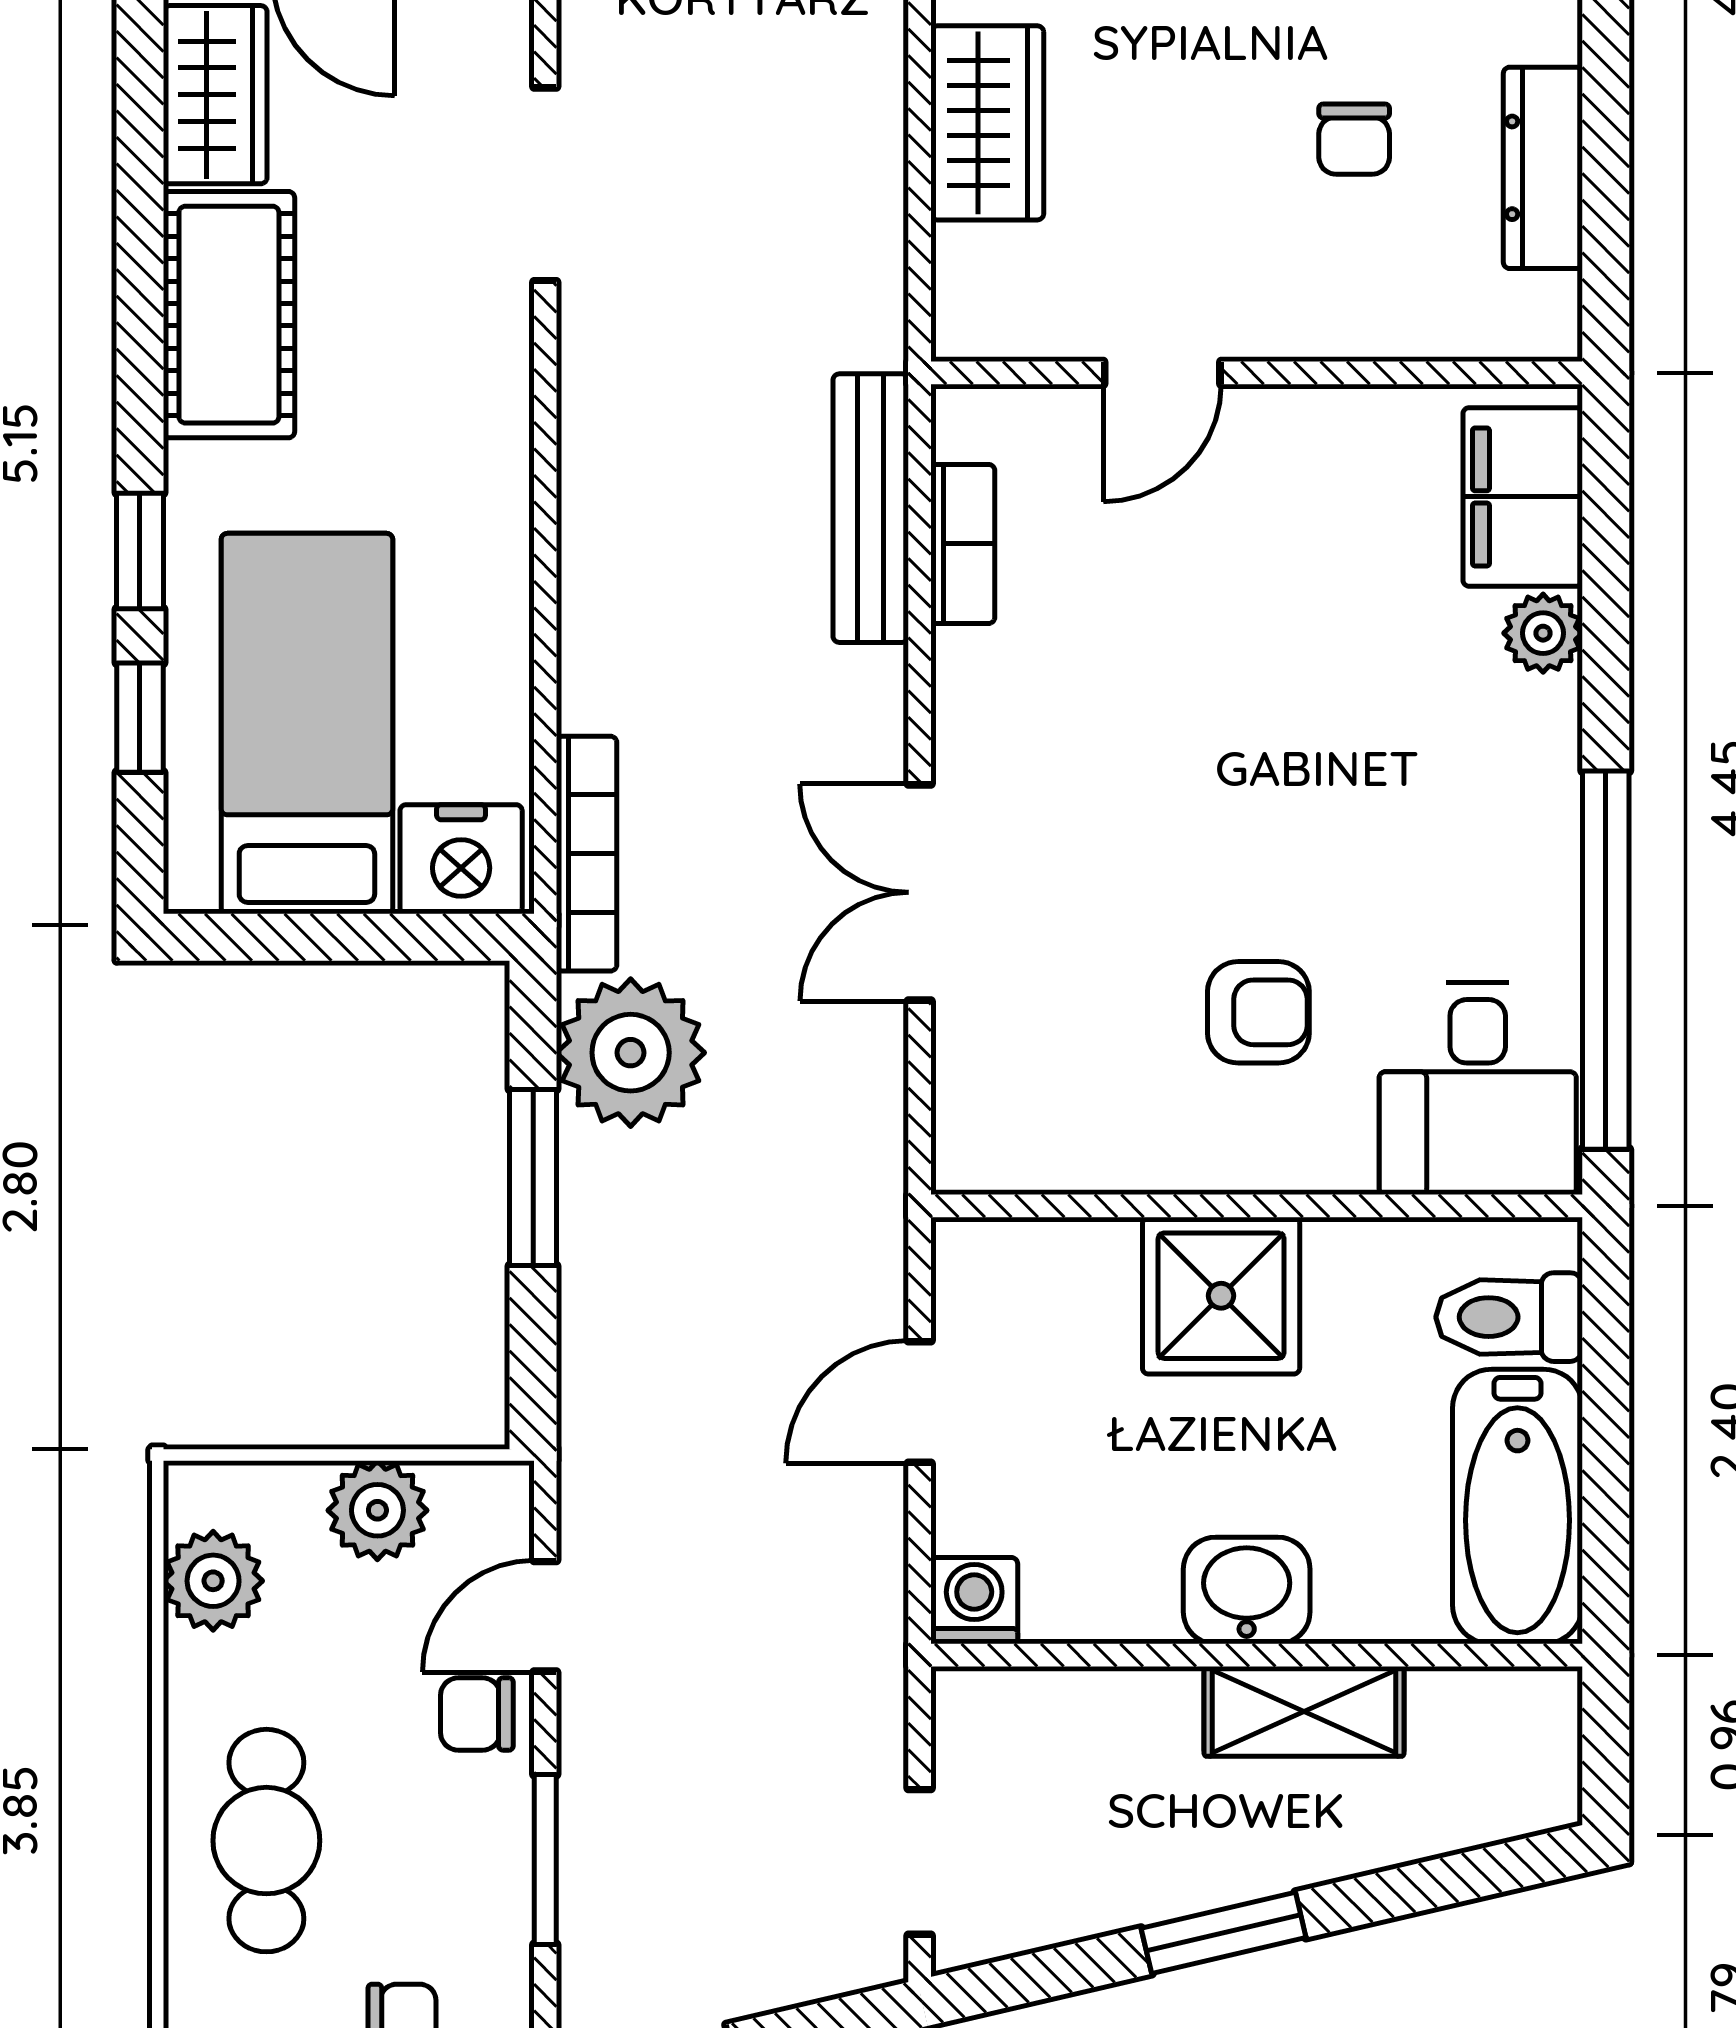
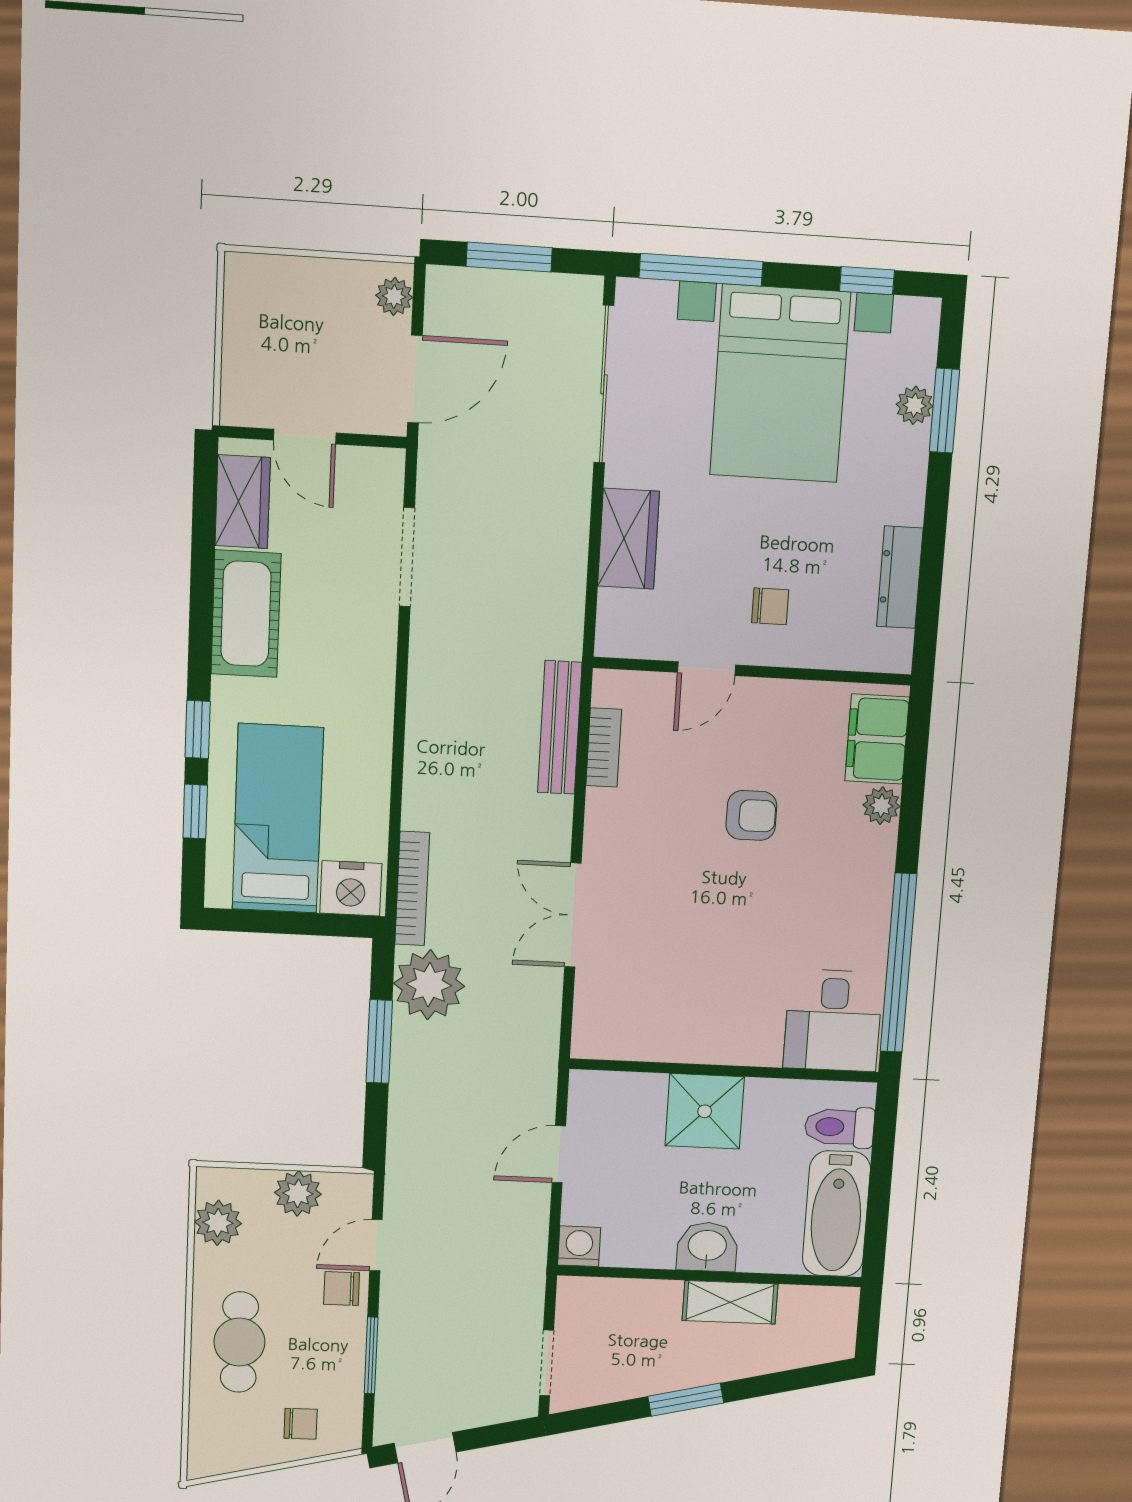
chair: (1354, 139) -> (770, 606), moved, turned -90
armchair: (1258, 1012) -> (751, 815), moved

